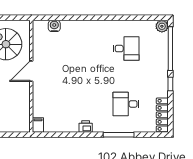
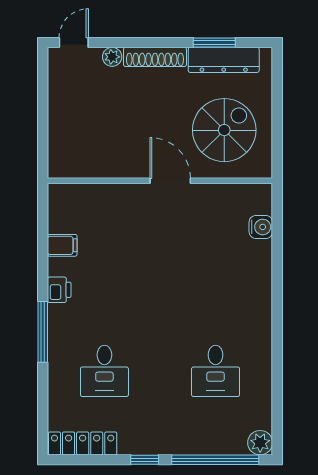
desk: (126, 104) -> (104, 371), turned 180
filing cabinet: (38, 125) -> (62, 245), moved
window: (119, 135) -> (43, 332), moved

